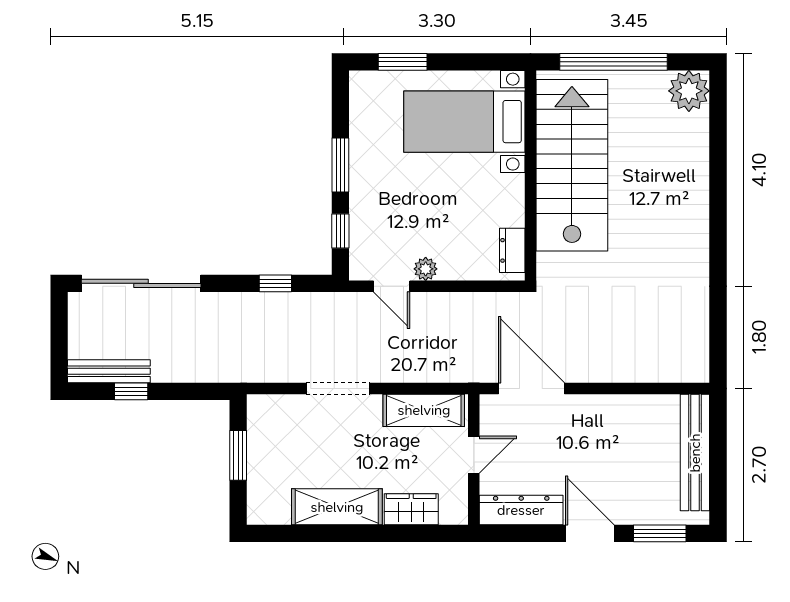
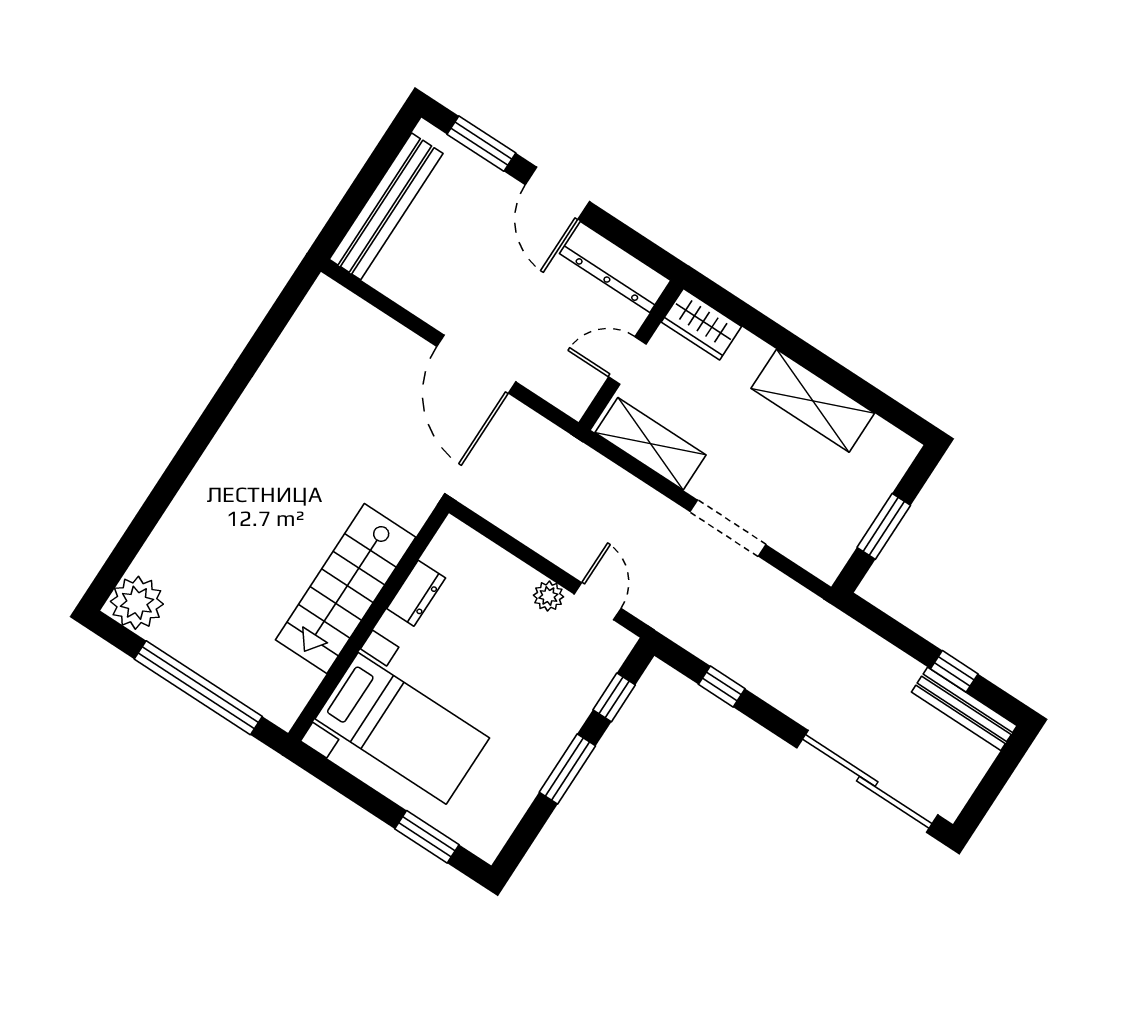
stairs: (572, 165) -> (346, 589), width x0.73, depth x0.66
dresser: (512, 250) -> (416, 593), moved
door: (531, 389) -> (476, 364), moved
wardrobe: (411, 509) -> (701, 324), moved

